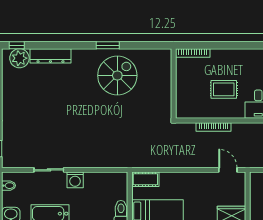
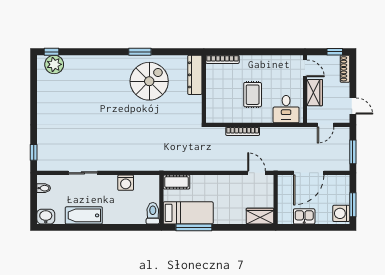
dresser: (50, 56) -> (195, 75), moved, turned 90
rug: (224, 89) -> (253, 95), turned 90
washing machine: (75, 180) -> (126, 183), moved

